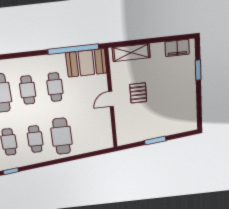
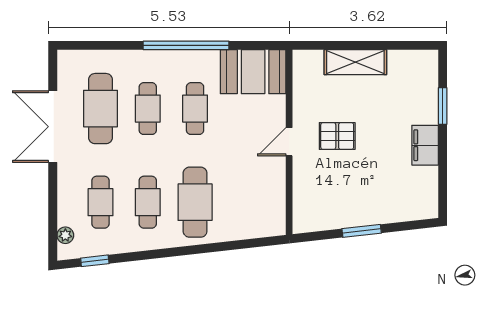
filing cabinet: (177, 48) -> (425, 145), moved, turned 90
window: (73, 49) -> (186, 45), moved
shelving: (131, 53) -> (355, 62), moved
pallet: (138, 93) -> (337, 136), turned 90

